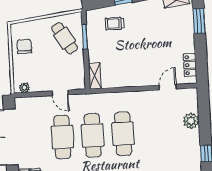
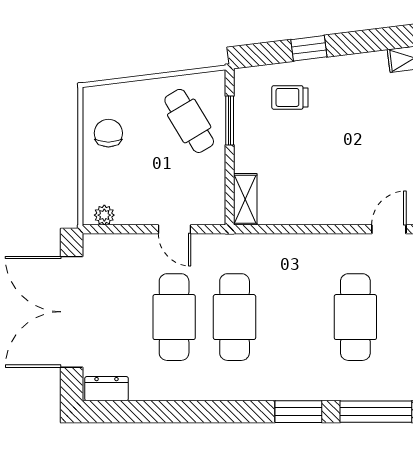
cafe table: (123, 134) -> (355, 317), moved

